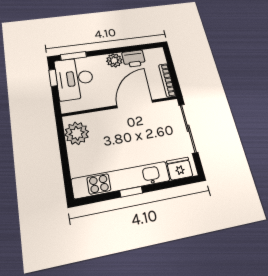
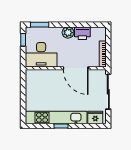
desk: (75, 78) -> (41, 55), moved, turned -90
door: (135, 104) -> (76, 68), swing flipped
plant: (77, 133) -> (33, 82), removed

